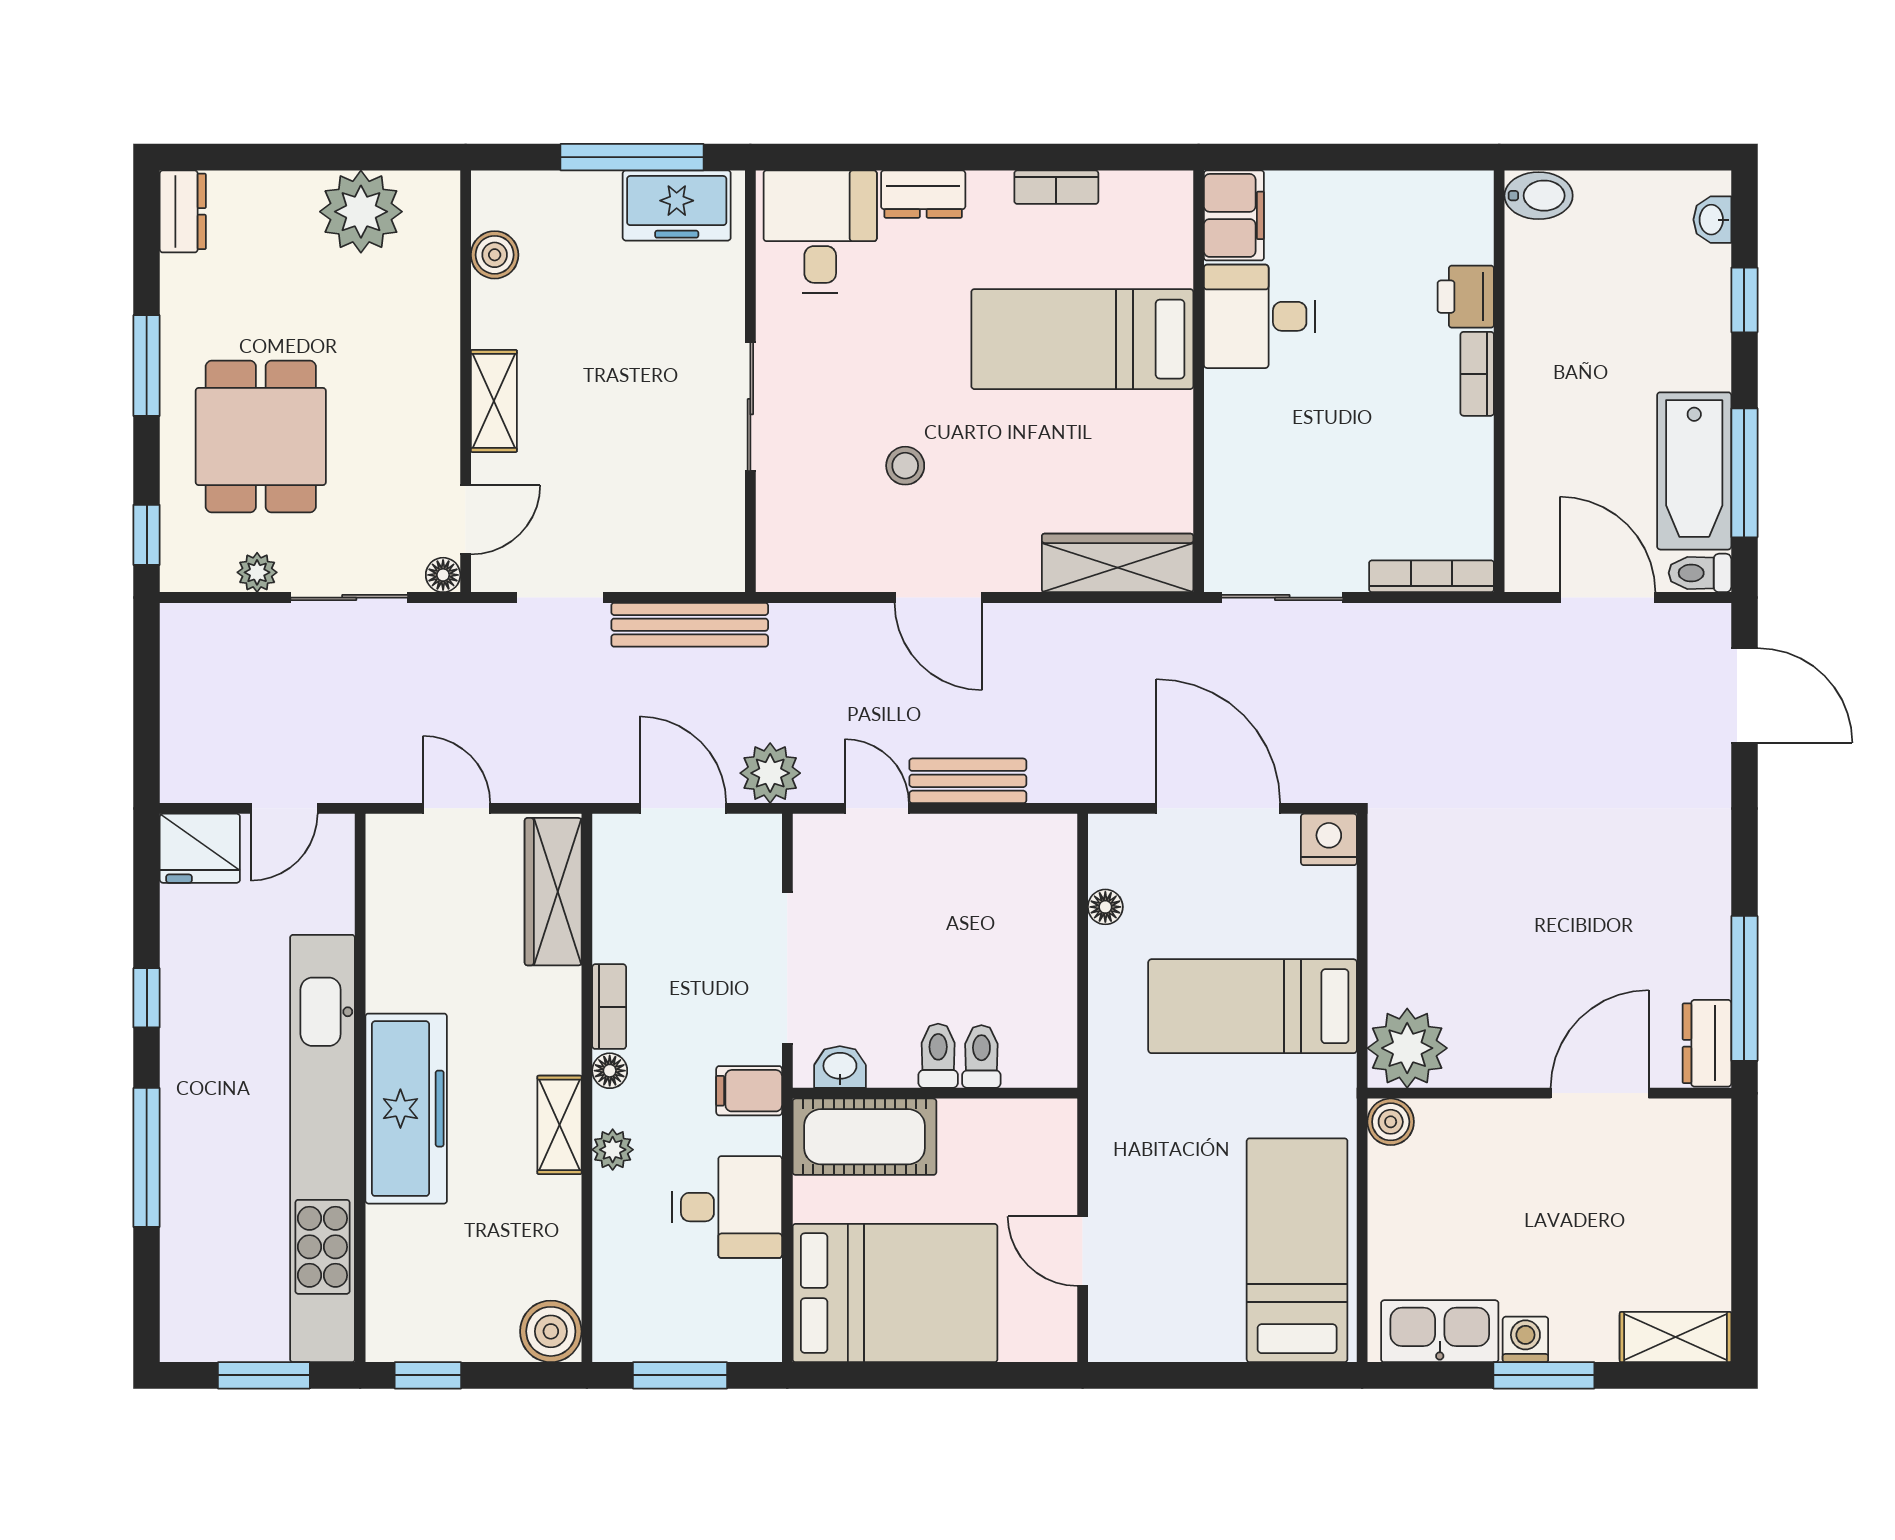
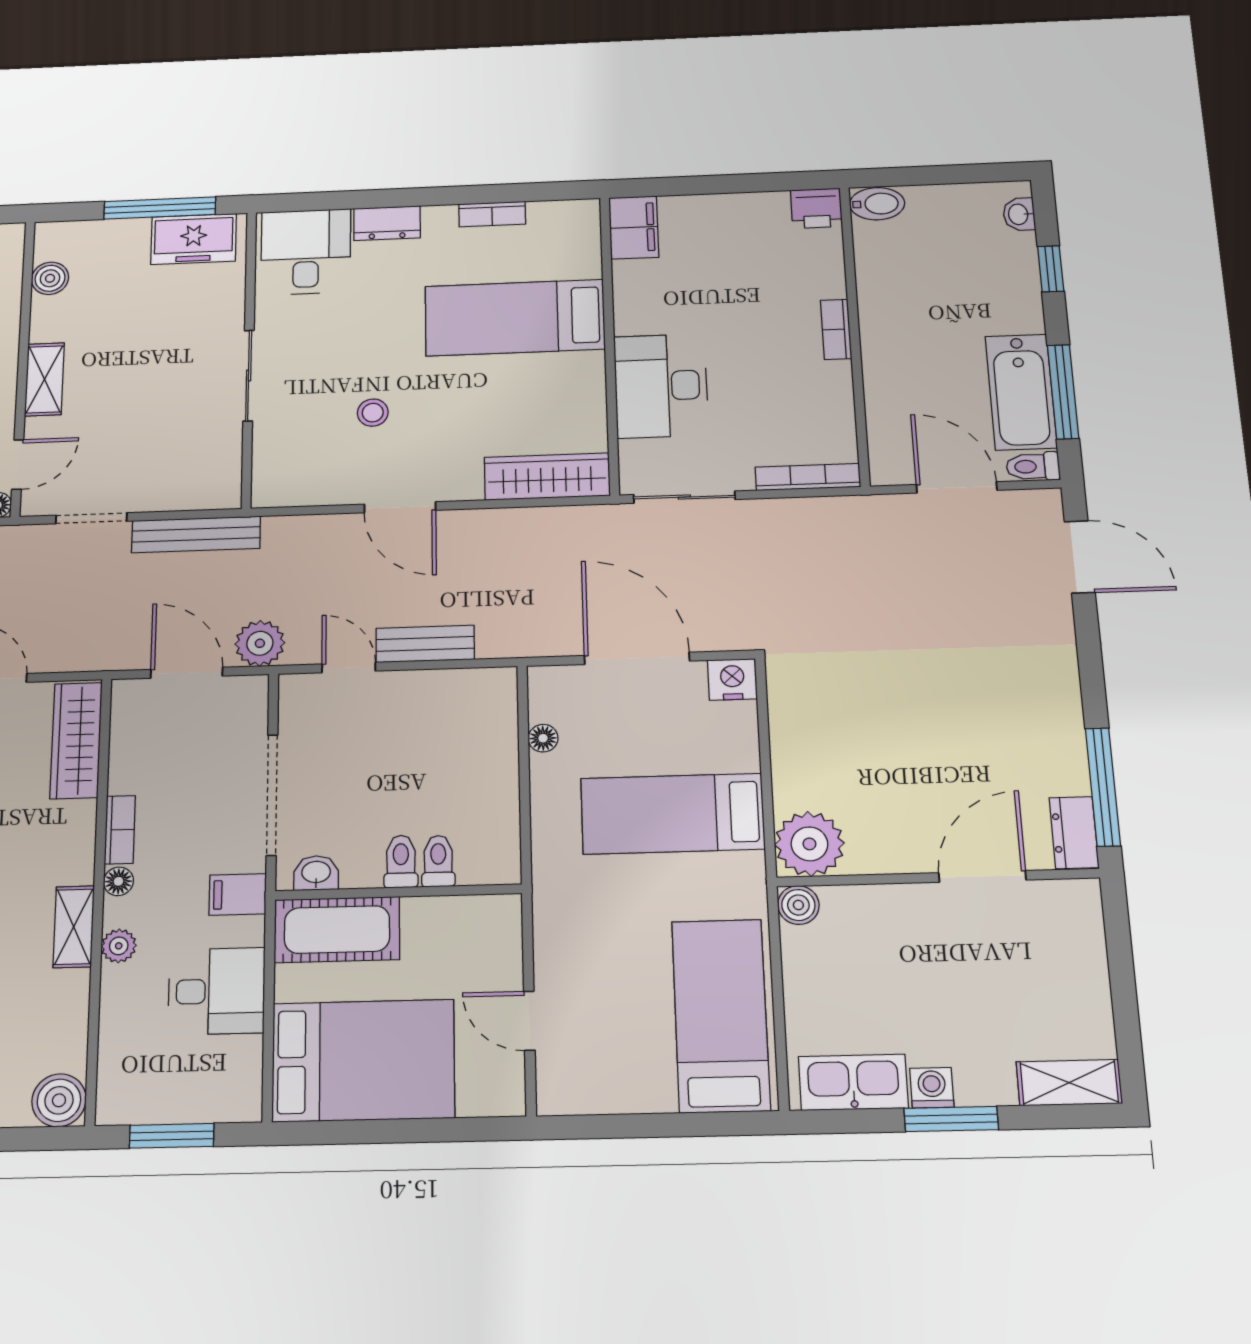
printer: (1466, 297) -> (816, 208), moved, turned -90
desk: (1260, 316) -> (661, 386), moved, width x1.37

